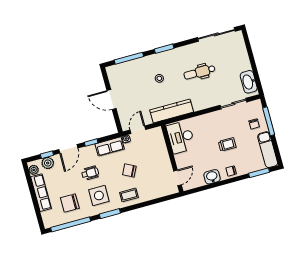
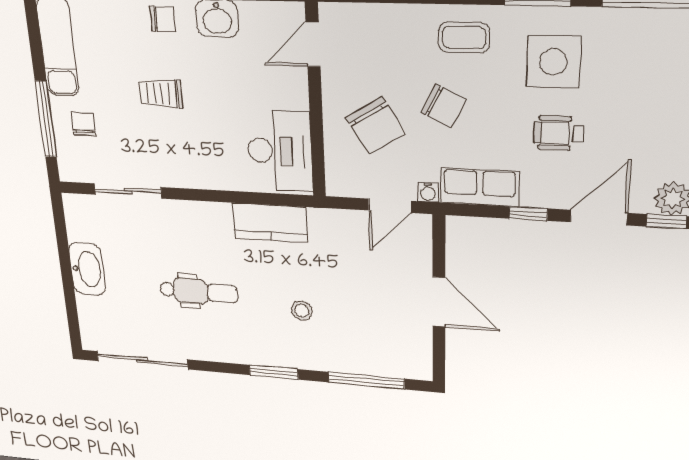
washbasin: (249, 82) -> (87, 269), moved
kitchen counter: (172, 111) -> (270, 223), width x0.67
chair: (70, 203) -> (376, 126), moved, turned 58

